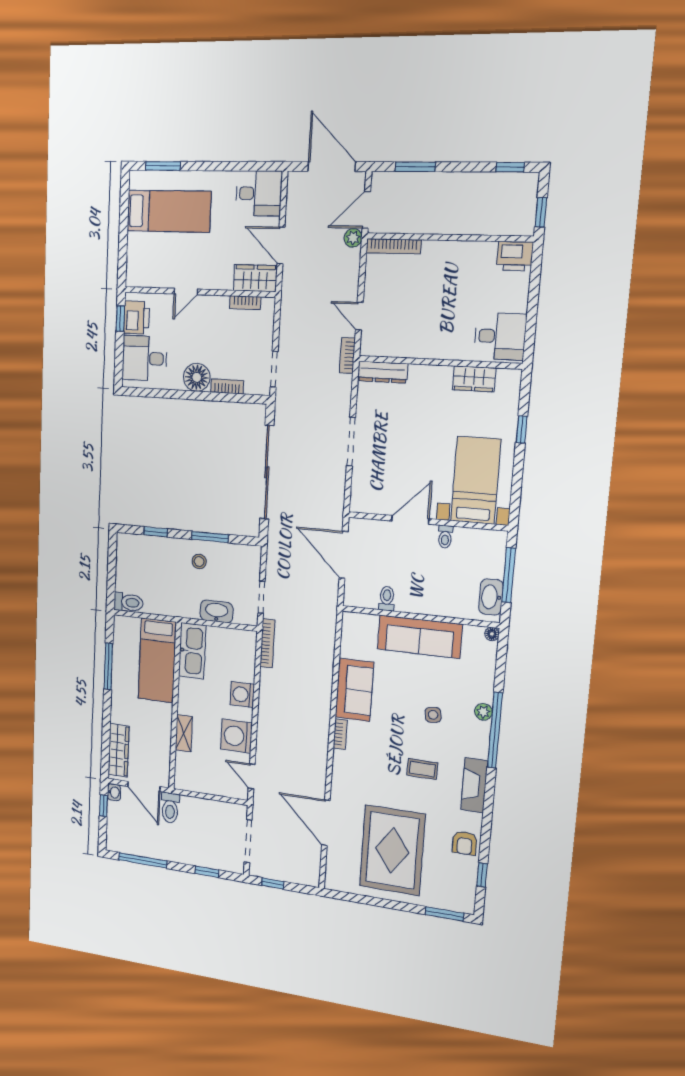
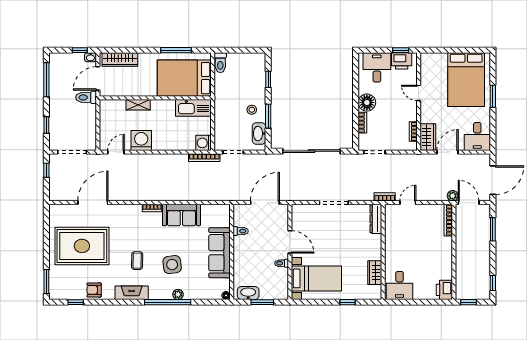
window: (163, 166) -> (493, 96), moved
bed: (169, 211) -> (466, 80), width x1.50
window: (509, 575) -> (262, 302), width x0.69
washbasin: (217, 611) -> (259, 134), moved, turned 180
bed: (157, 660) -> (184, 78), width x1.50
washing machine: (242, 695) -> (204, 143), moved, turned -90
side table: (433, 715) -> (172, 265), width x1.87, depth x1.87

